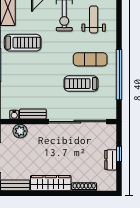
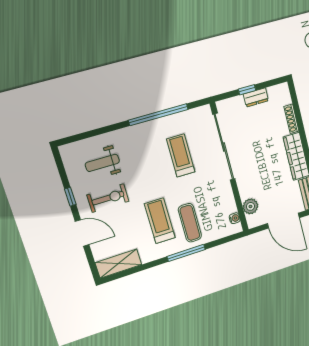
treadmill: (23, 43) -> (160, 221), moved
exercise mat: (90, 59) -> (190, 223), moved
treadmill: (81, 84) -> (181, 155), turned 180
bench: (33, 114) -> (229, 198), removed

